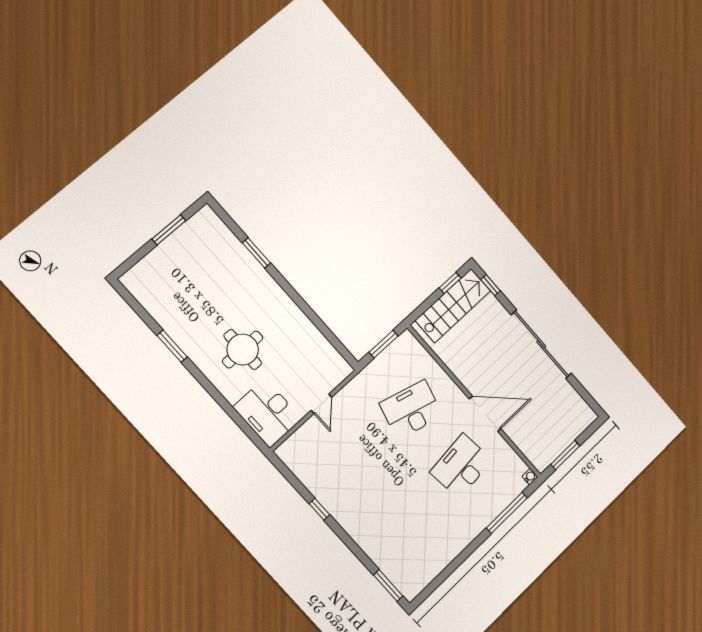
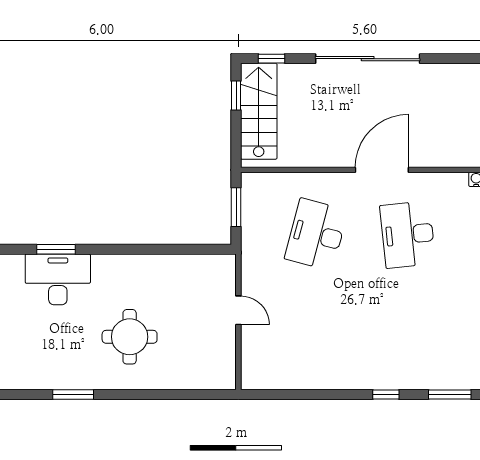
desk: (267, 413) -> (58, 279), moved, turned 180
window: (319, 509) -> (386, 395), moved

